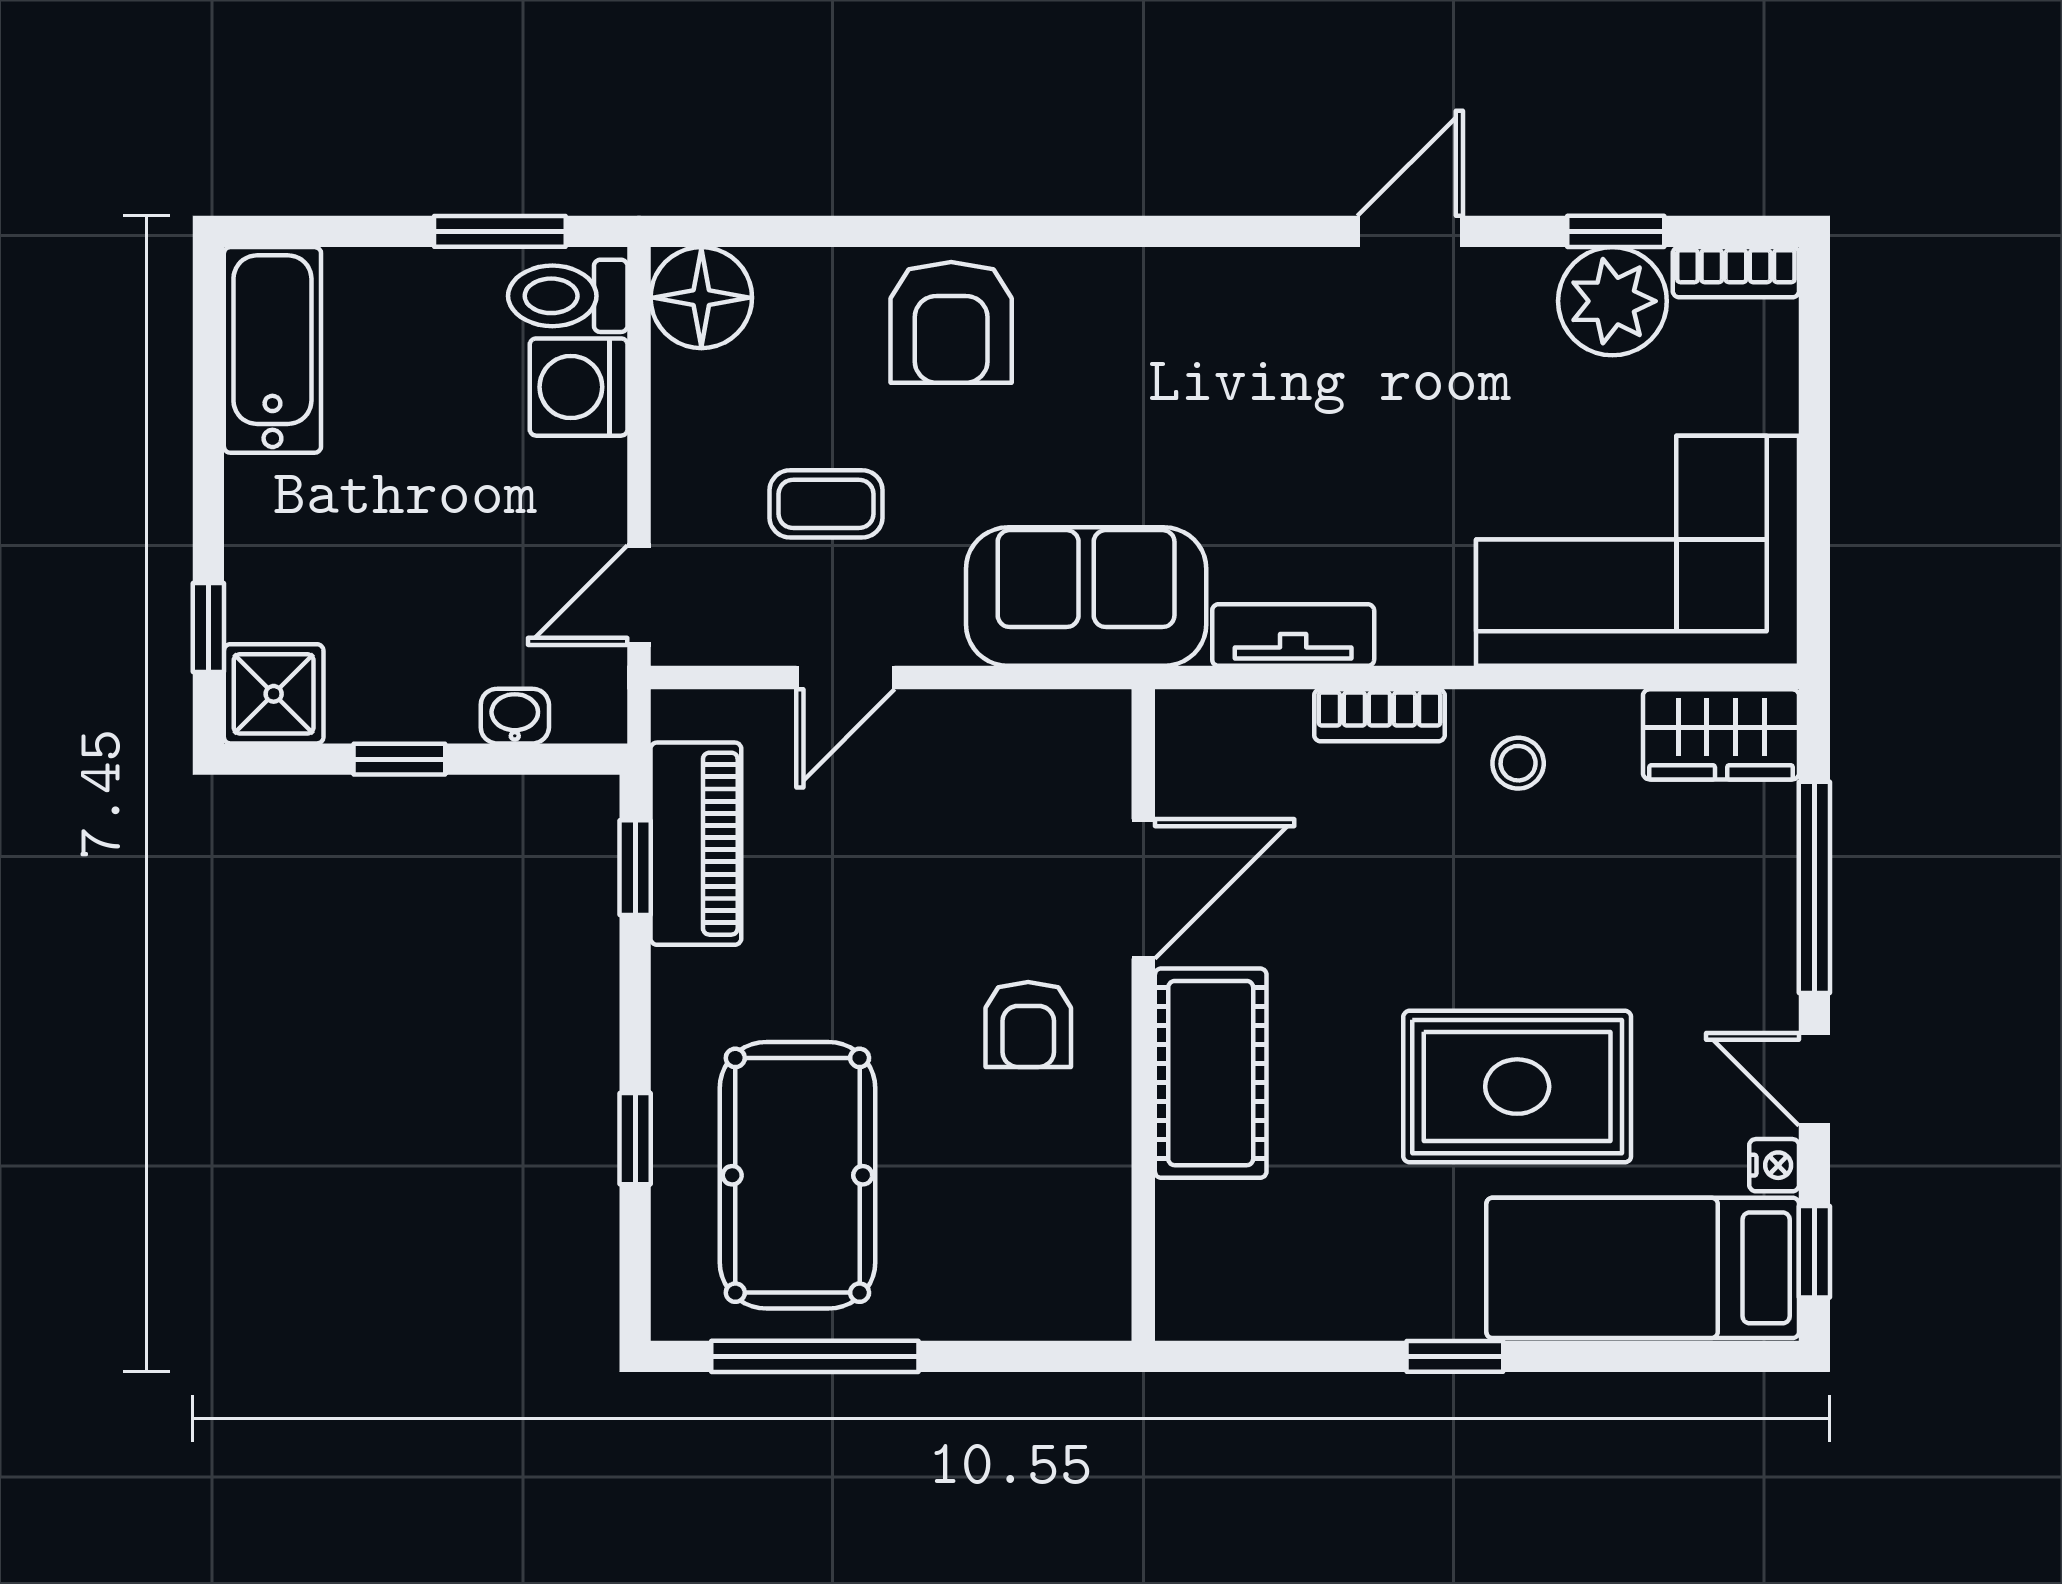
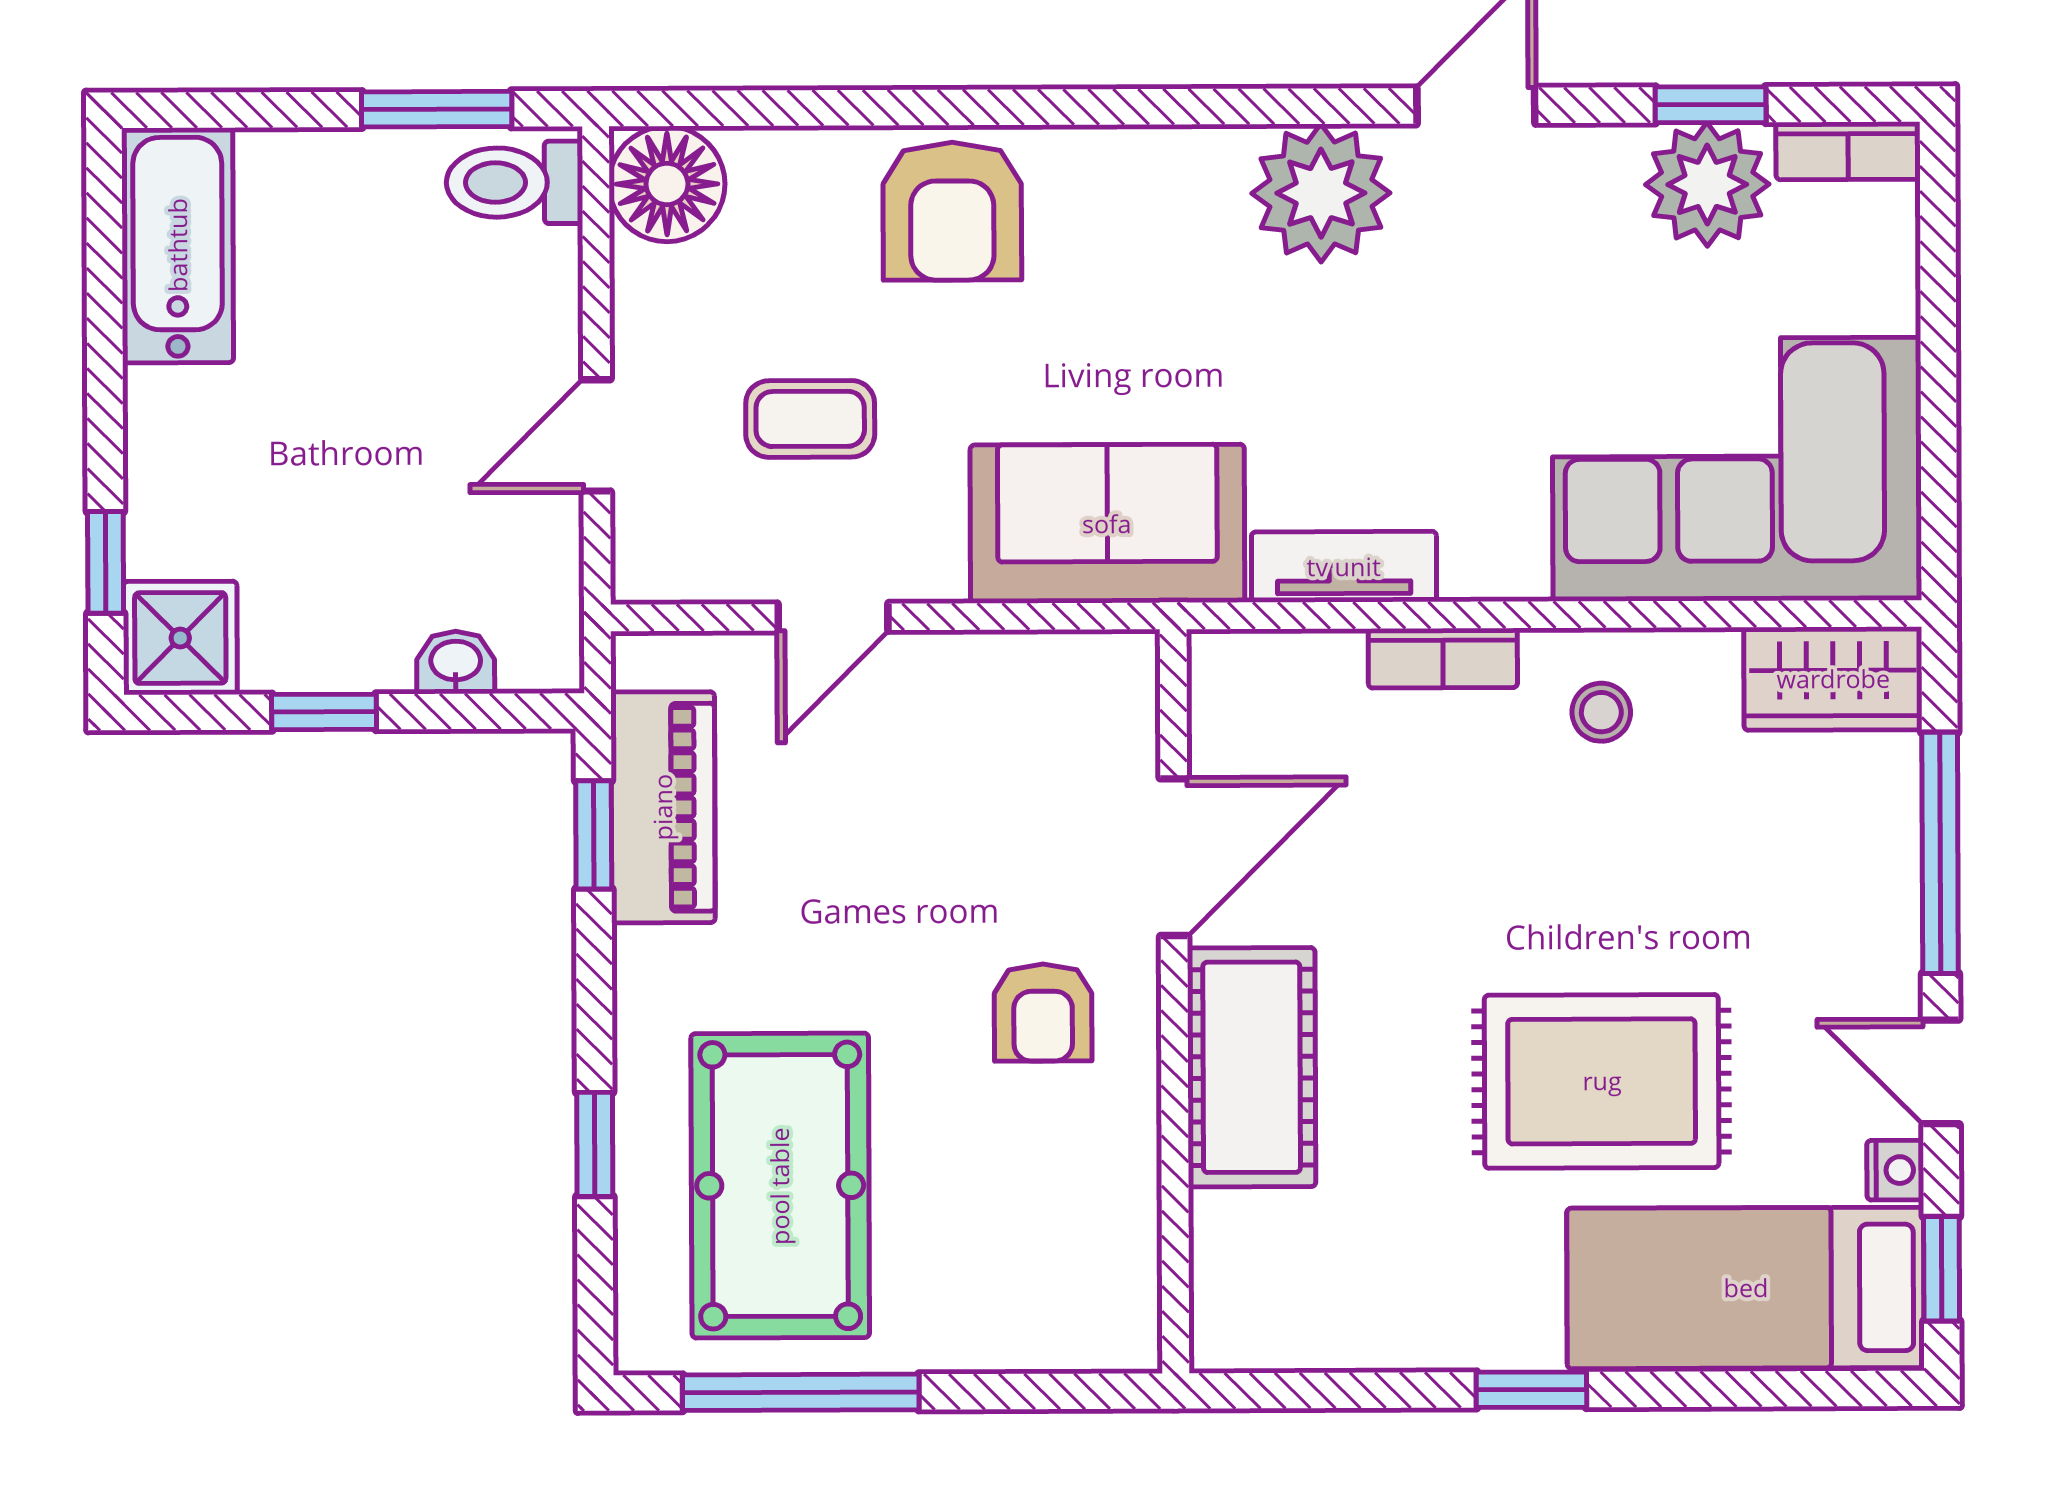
plant: (1274, 308) -> (1321, 193), added
washing machine: (579, 387) -> (527, 286), removed
door: (639, 595) -> (597, 435), moved

